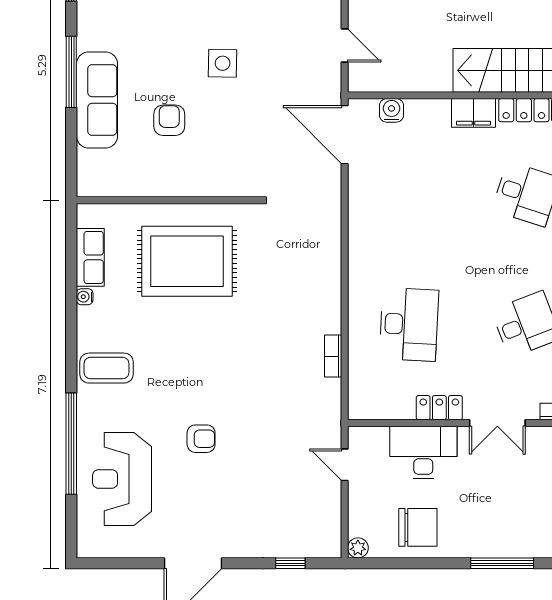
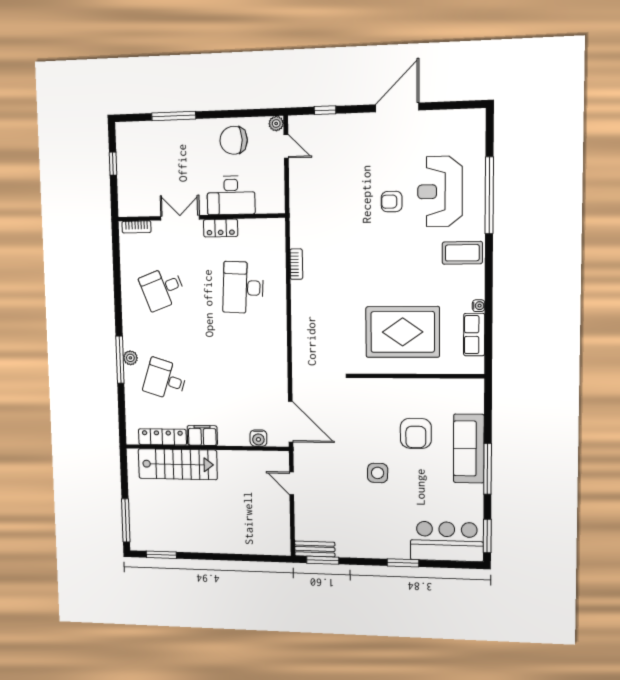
armchair: (169, 120) -> (416, 433), width x1.38, depth x1.38
door: (345, 465) -> (286, 146), moved
reception desk: (122, 479) -> (440, 191), moved, turned 180

